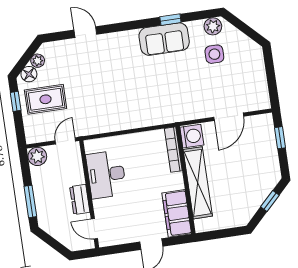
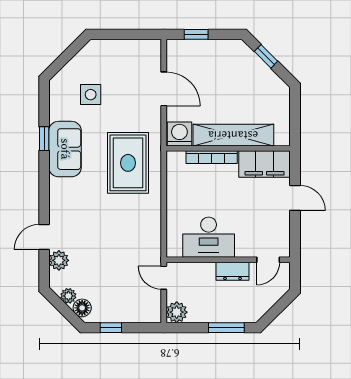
plant: (213, 26) -> (59, 260), moved
rug: (46, 99) -> (128, 163), moved, width x1.36, depth x1.43
bookcase: (173, 150) -> (212, 157), moved

